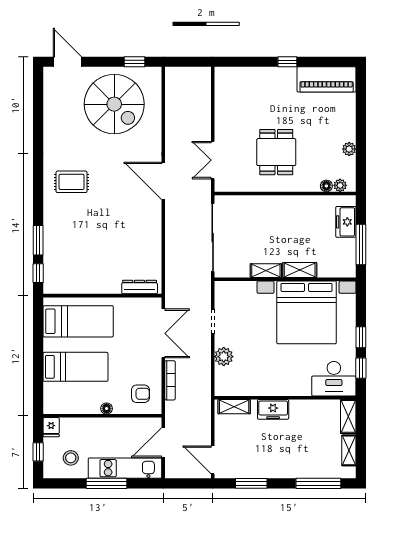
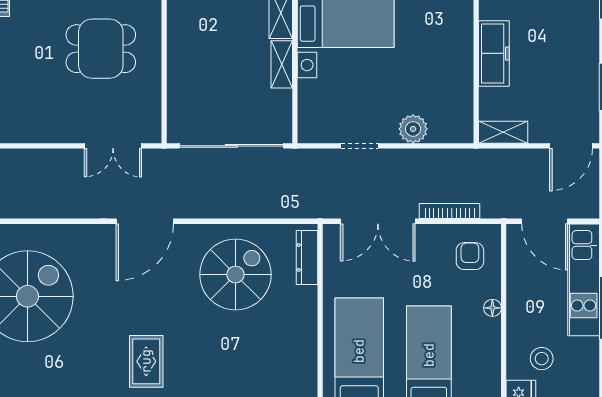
spiral stairs: (128, 240) -> (235, 275), added
double door: (163, 333) -> (378, 221), swing flipped
shelving: (234, 407) -> (503, 132), moved, turned 90
freezer: (273, 409) -> (494, 53), width x1.40
stool: (71, 458) -> (542, 359), moved

